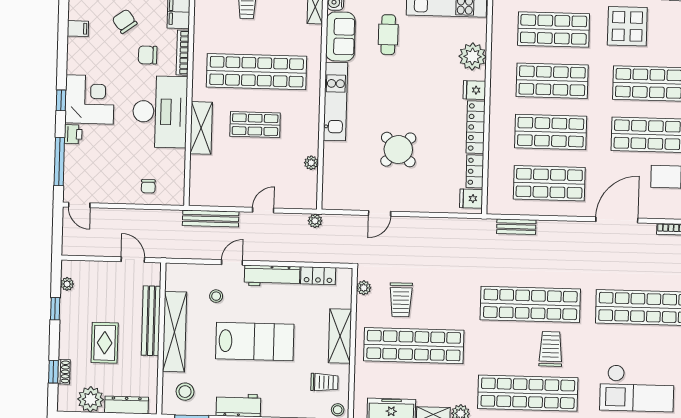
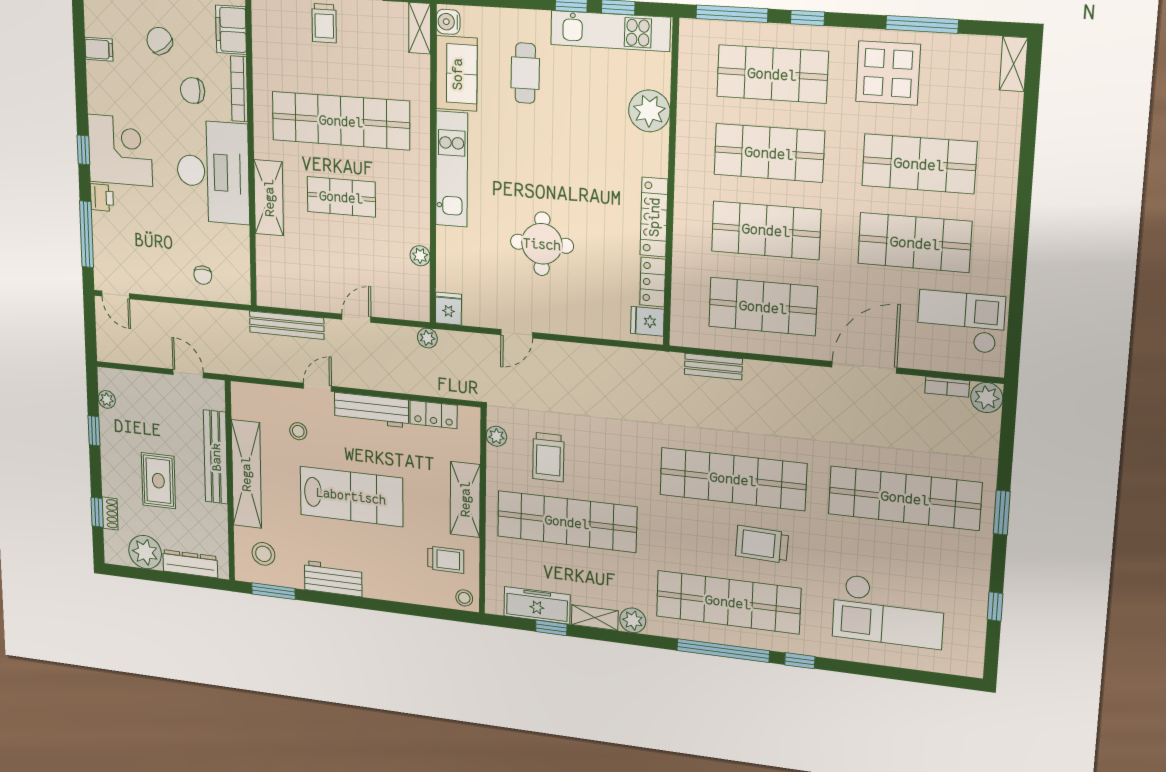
fridge: (474, 90) -> (448, 309), moved, turned 90
round table: (398, 150) -> (542, 244), turned 45
trolley: (551, 349) -> (762, 544), turned -88

